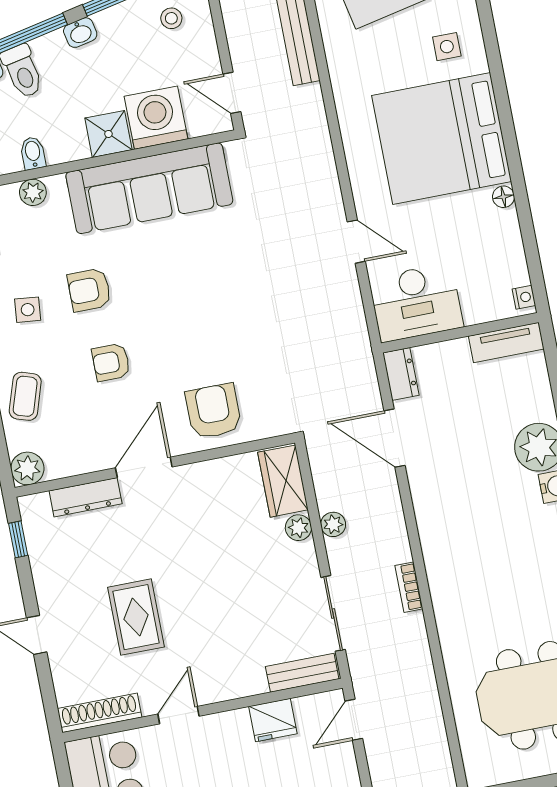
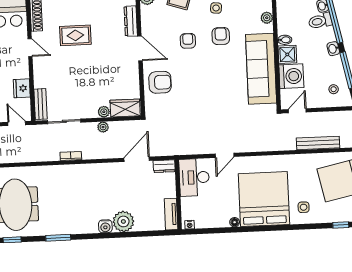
bidet: (33, 153) -> (285, 40), moved

